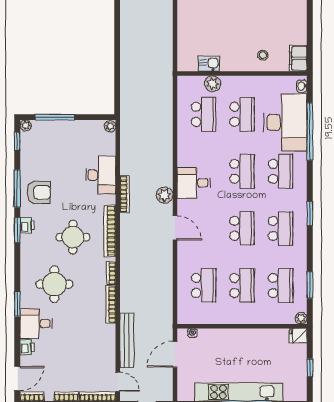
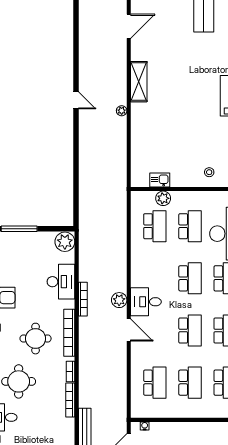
plant: (110, 126) -> (65, 242), width x1.87, depth x1.87
desk: (194, 183) -> (146, 302), moved

